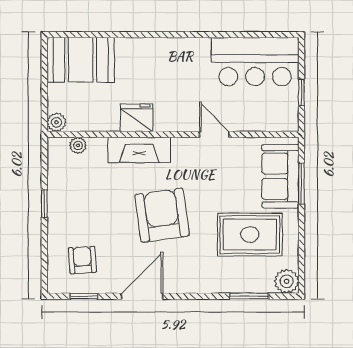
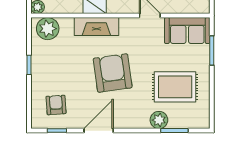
plant: (78, 145) -> (48, 29), width x1.88, depth x1.88
sofa: (280, 176) -> (187, 31), moved, turned -90
plant: (287, 281) -> (159, 120), moved

